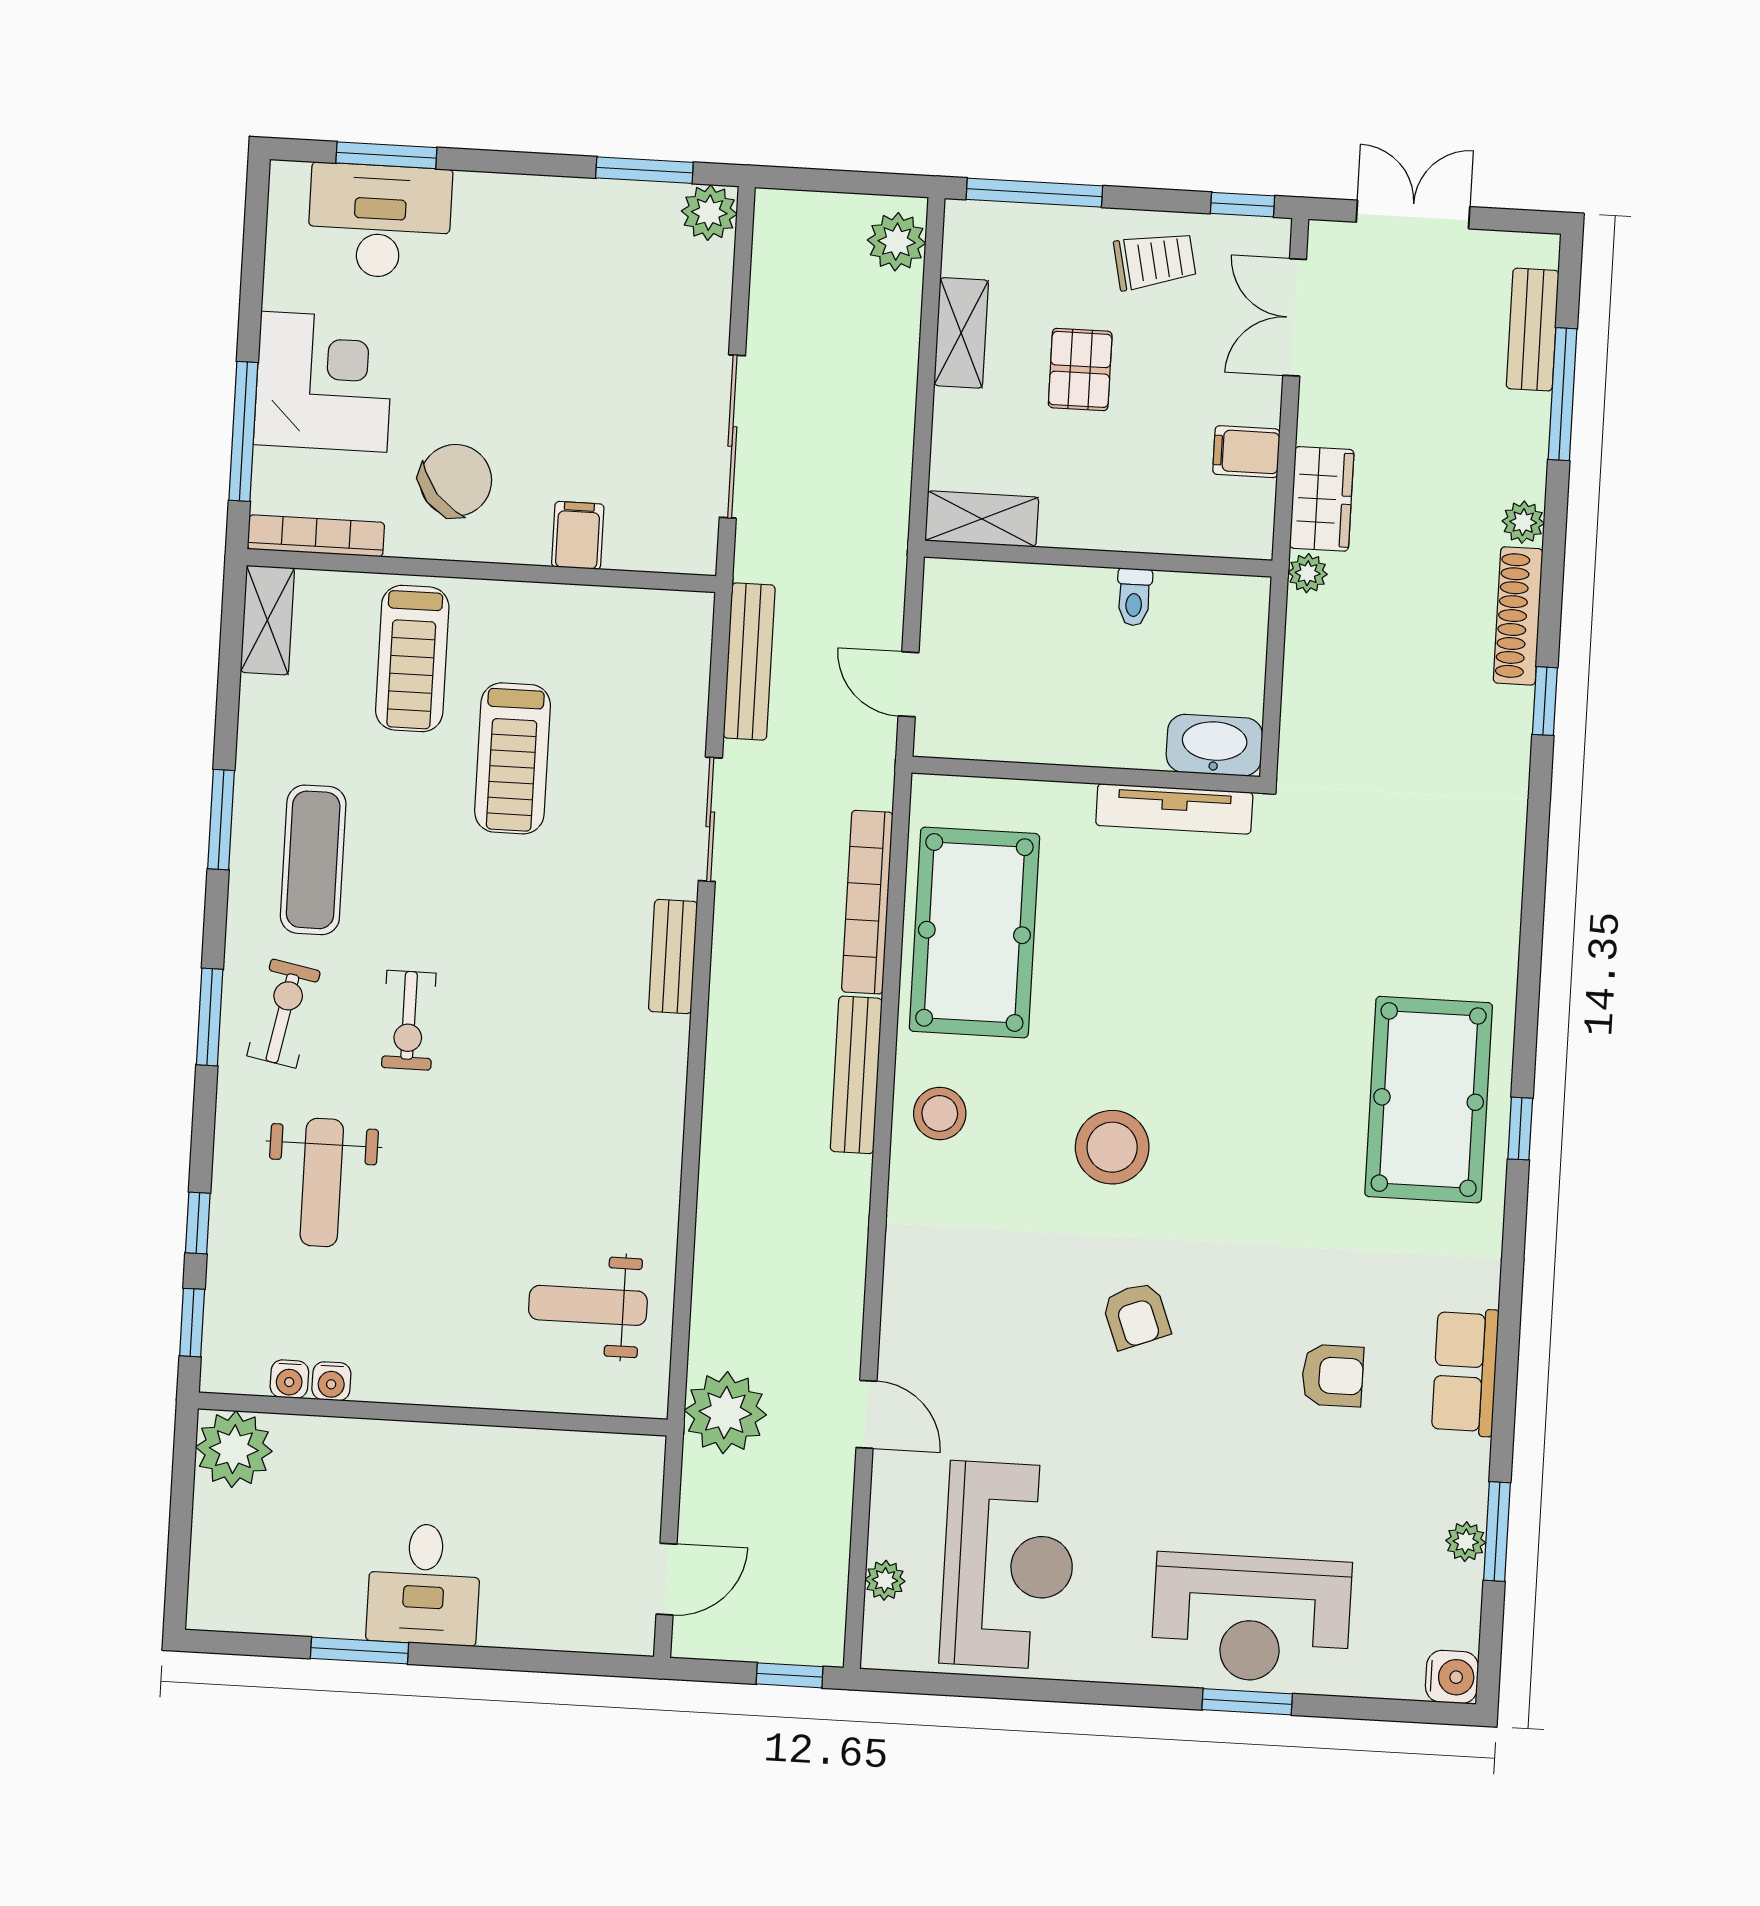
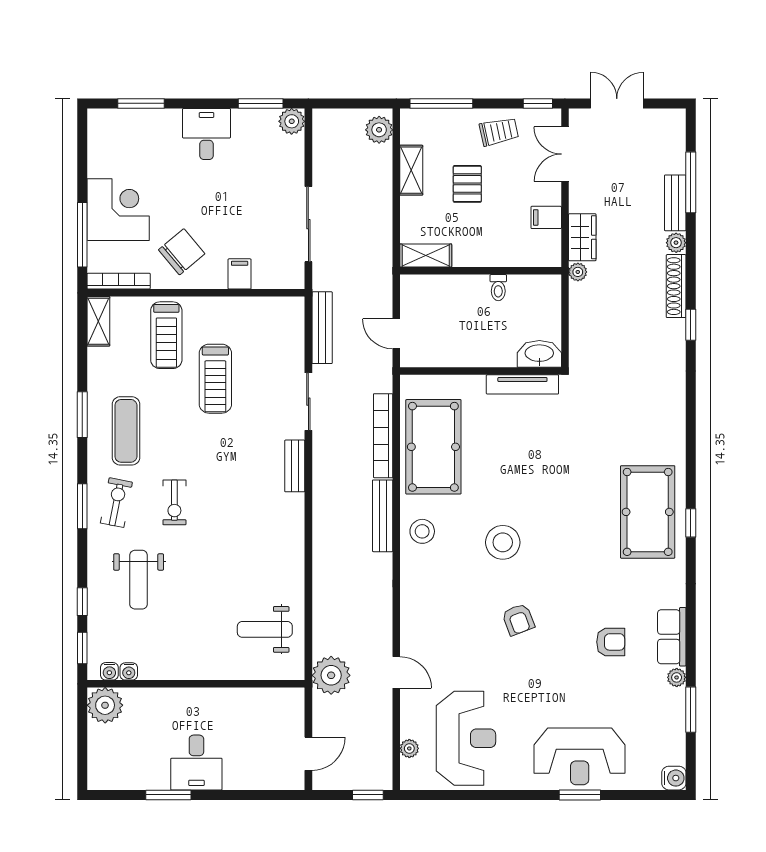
desk: (380, 221) -> (207, 134), moved, width x0.73
bench: (1533, 330) -> (675, 203), moved
water cooler: (331, 1381) -> (109, 671), moved
plant: (1466, 1542) -> (677, 677), moved

